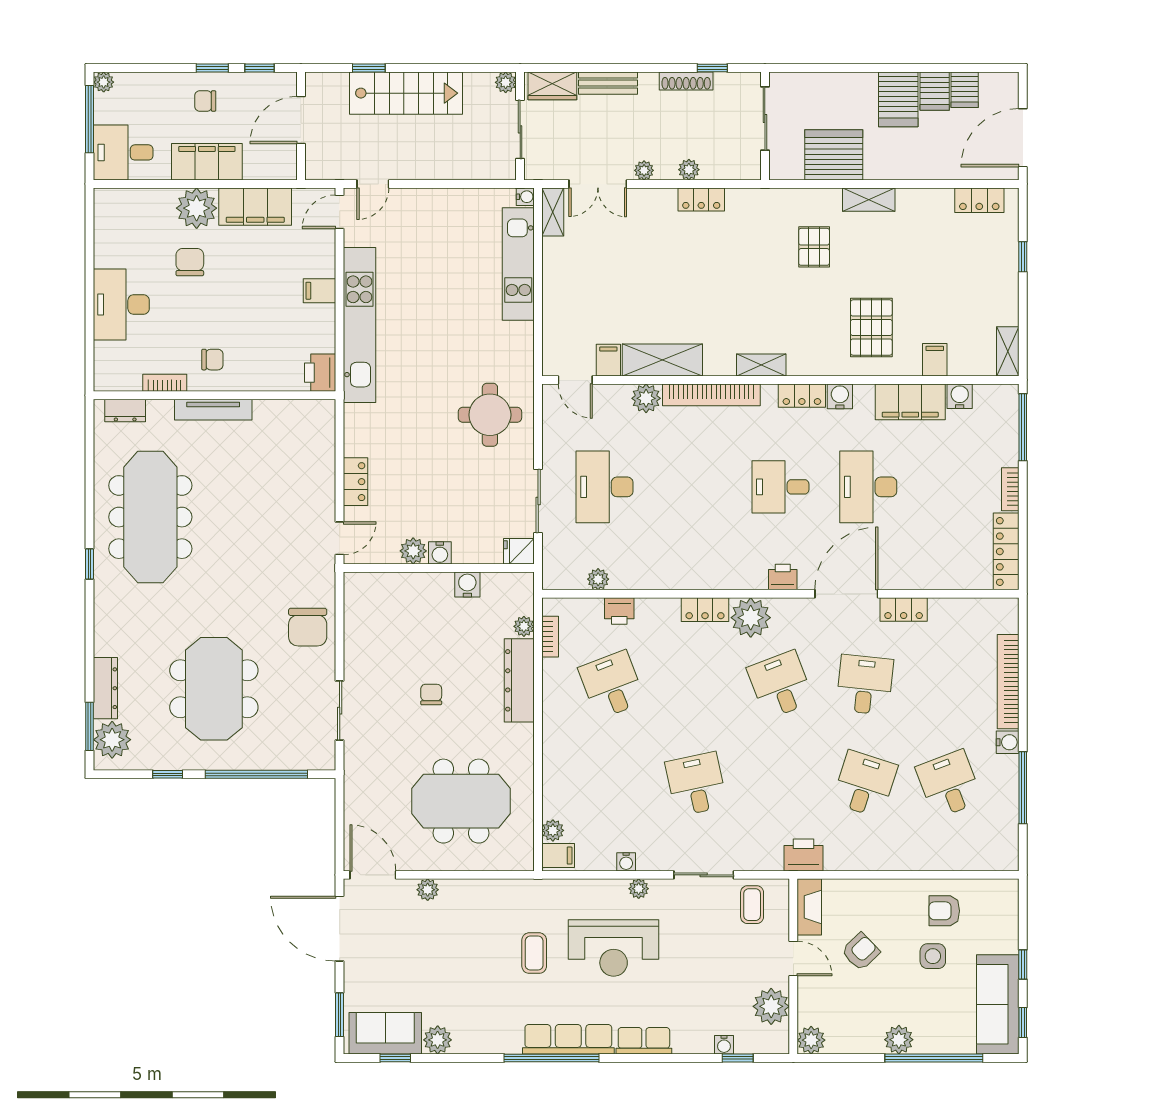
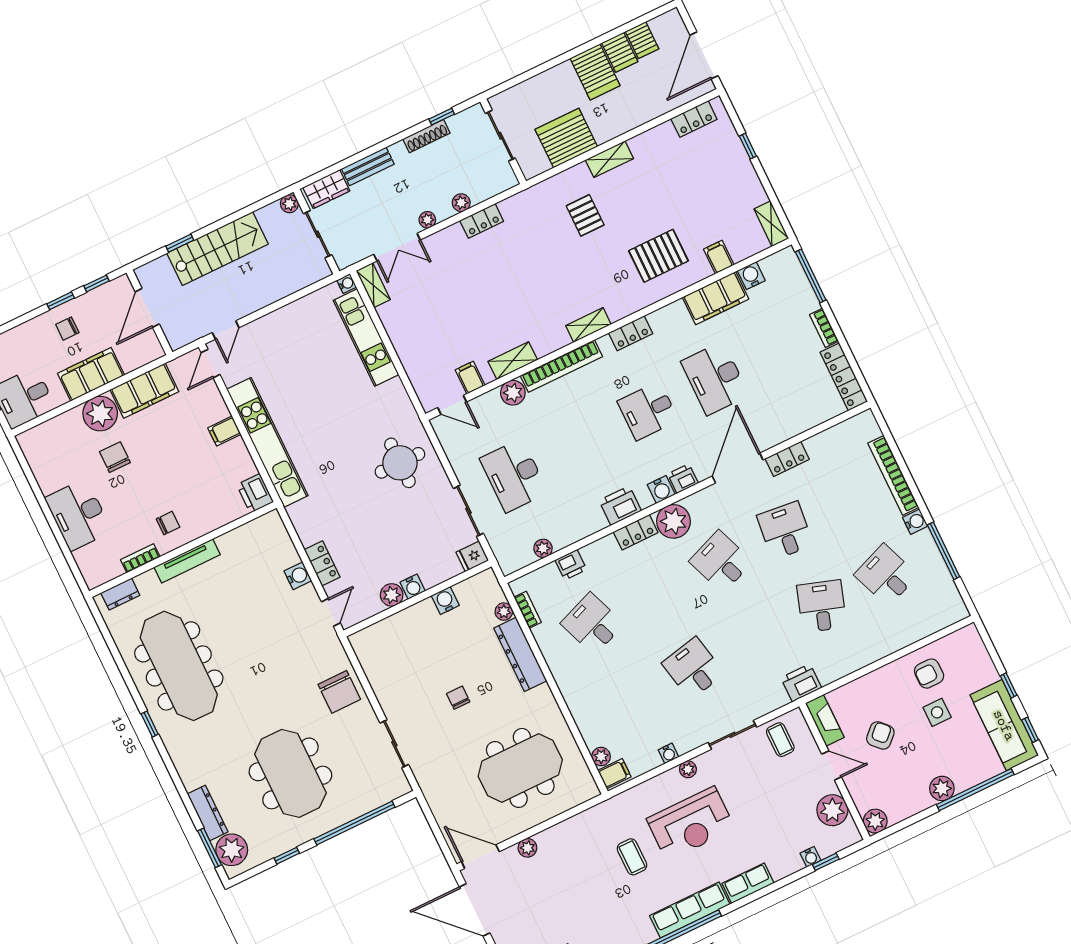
pallet: (871, 328) -> (659, 256), turned 90
shelving: (662, 360) -> (513, 361), width x0.67, depth x0.75
water cooler: (840, 396) -> (661, 490), moved, turned 180
water cooler: (323, 482) -> (298, 576), added
printer: (702, 573) -> (620, 506), added

